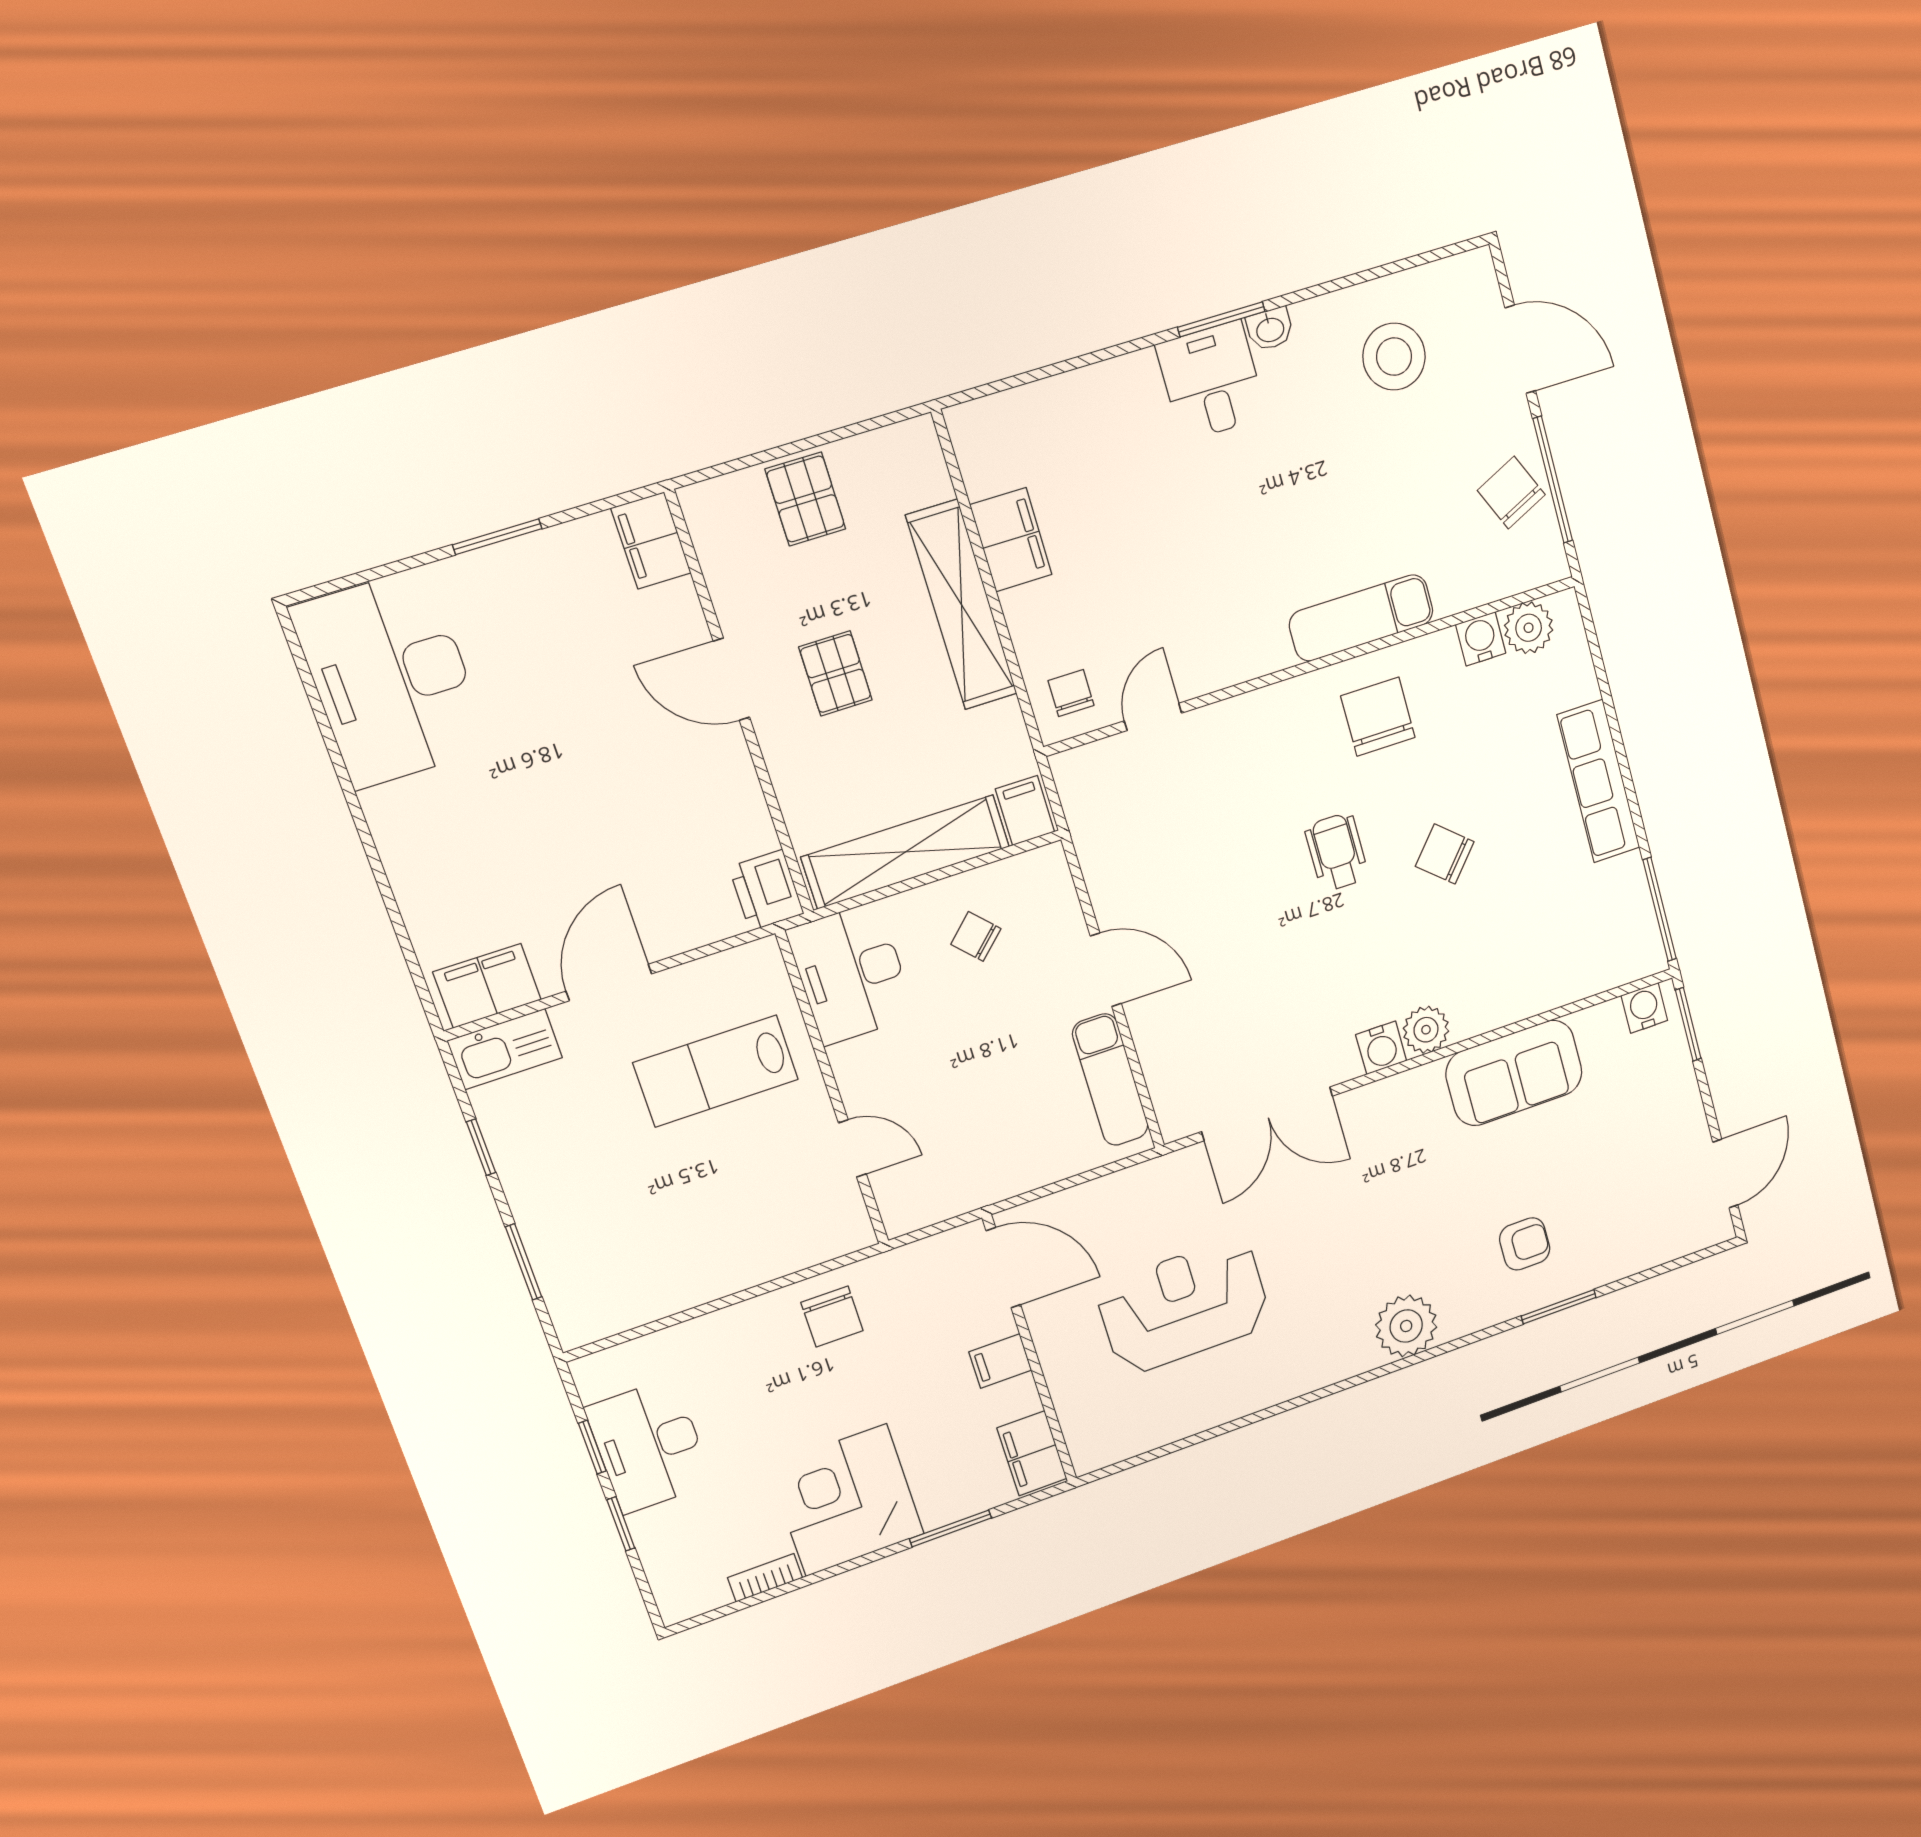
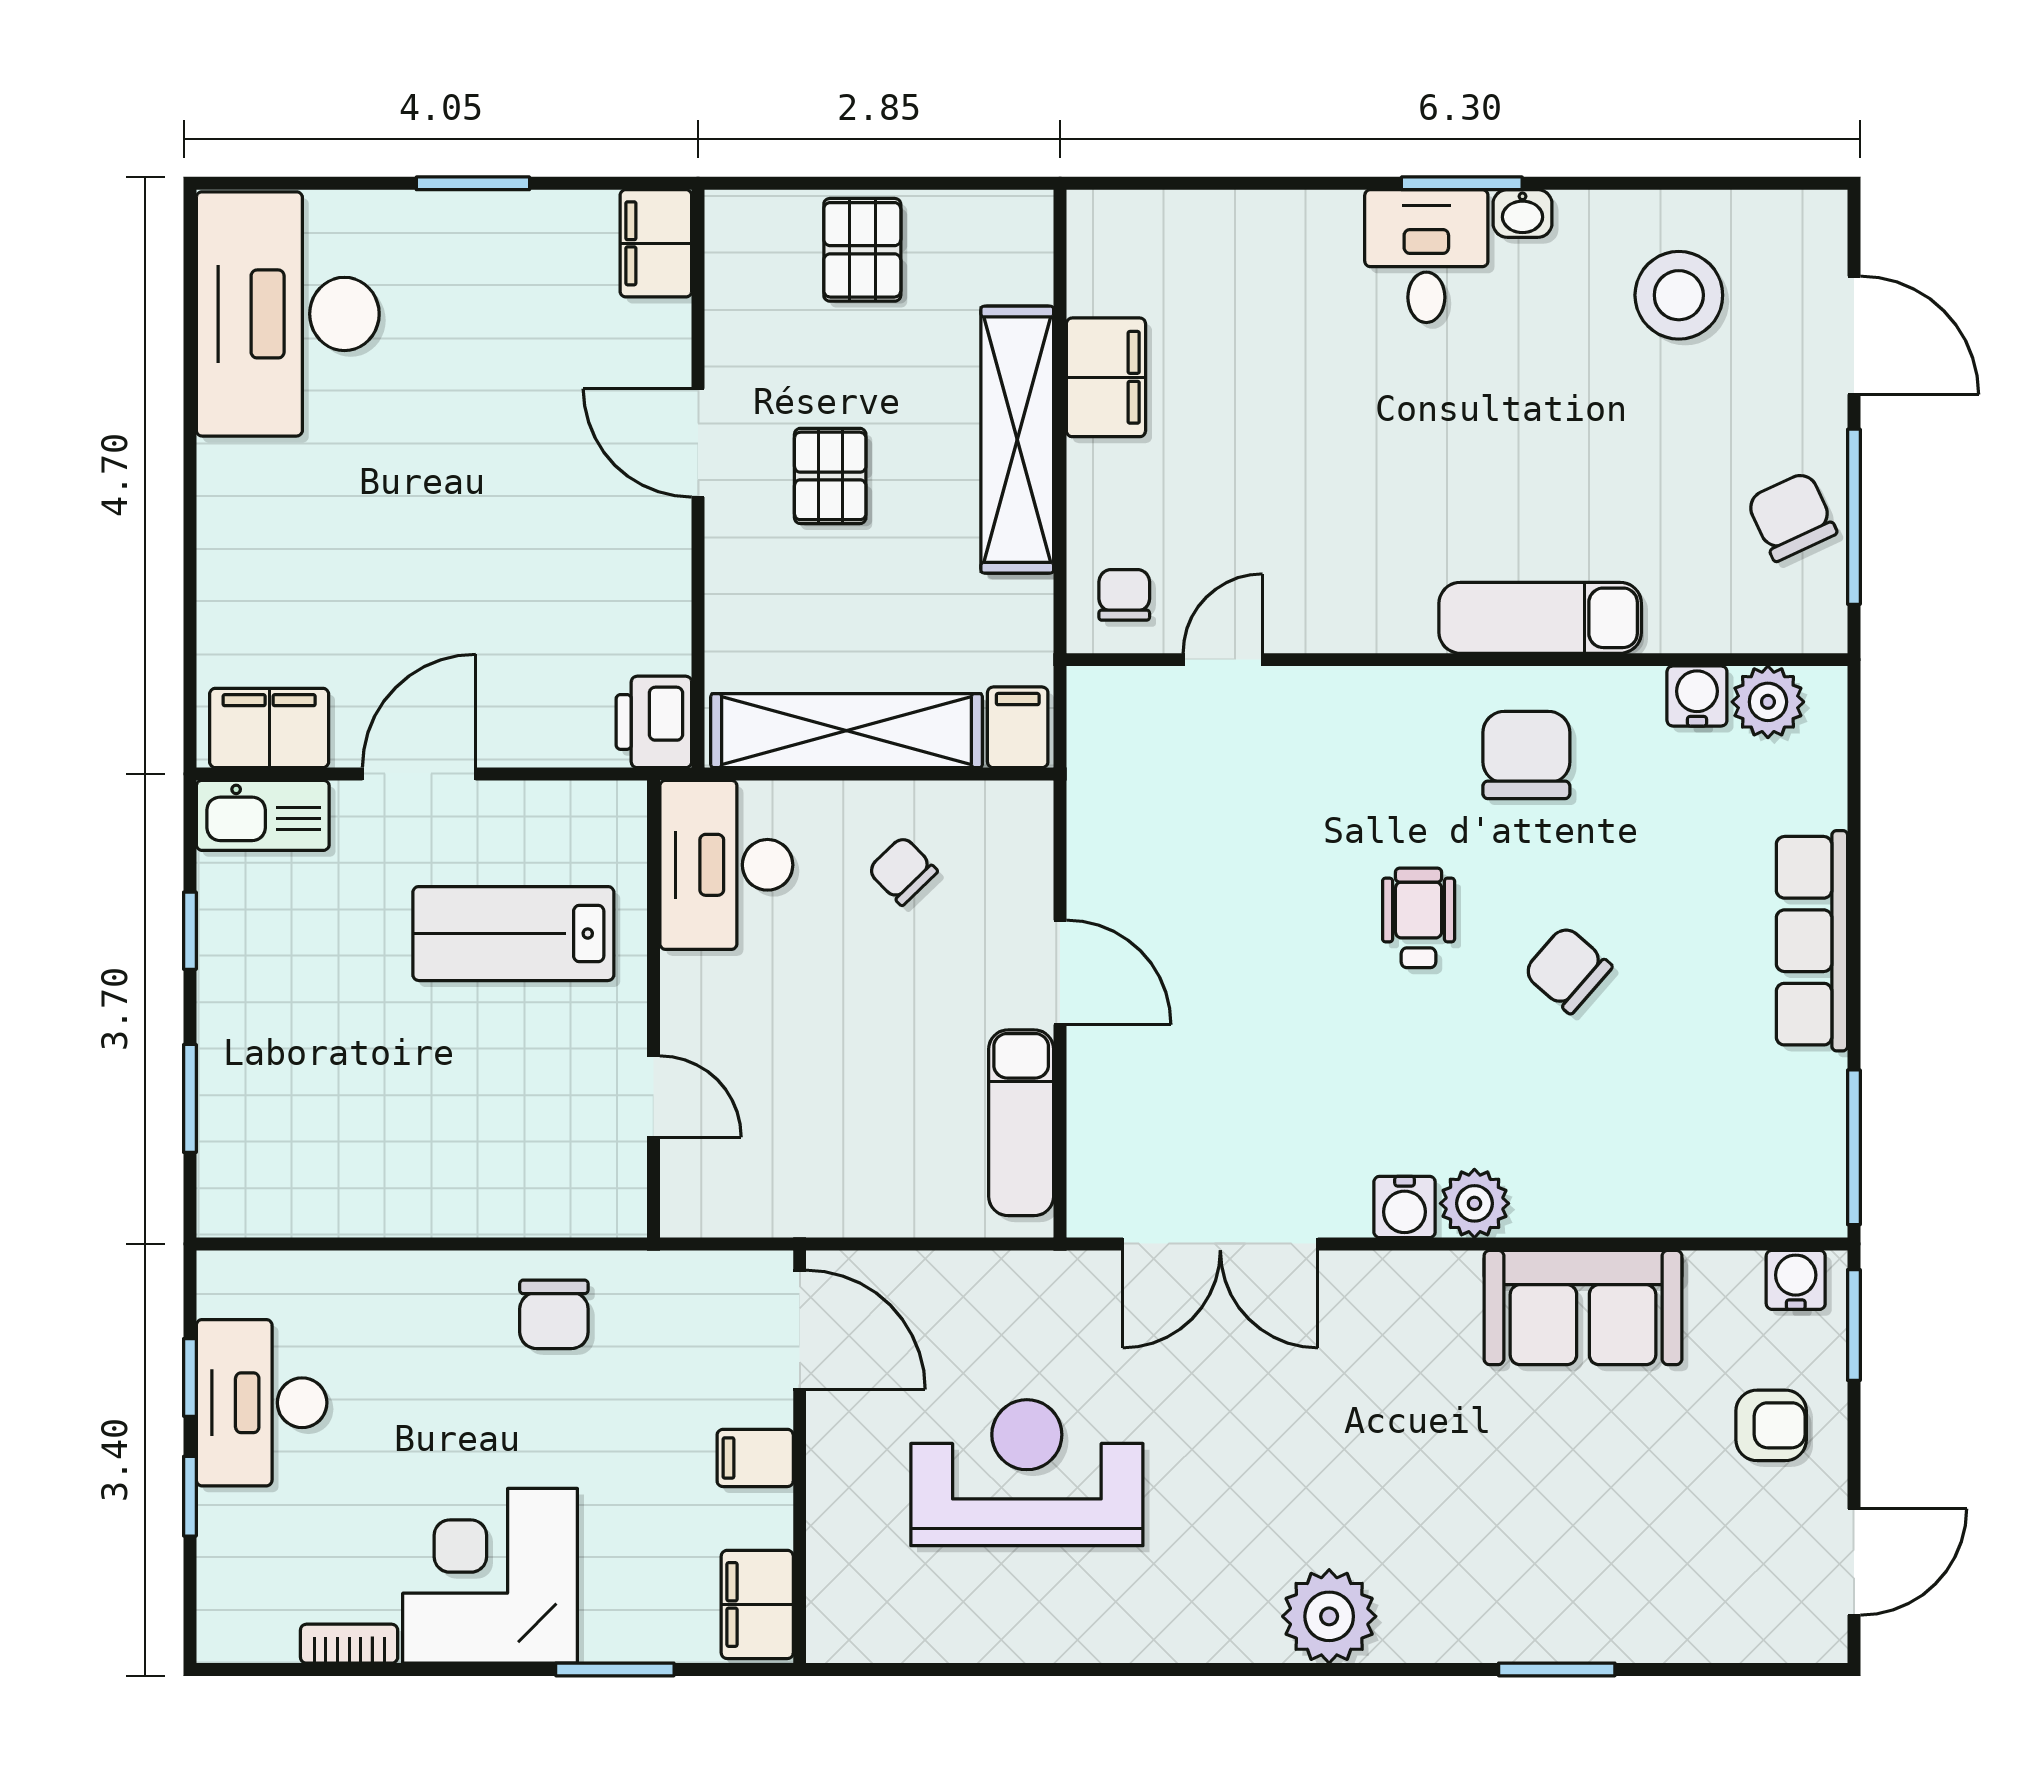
armchair: (1525, 1244) -> (1771, 1425), moved

